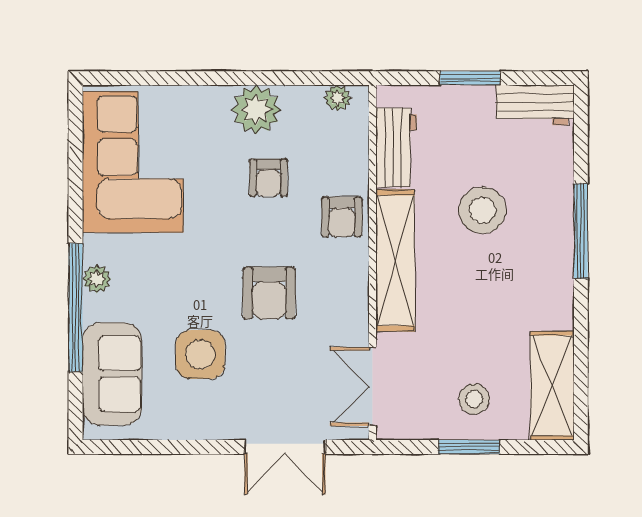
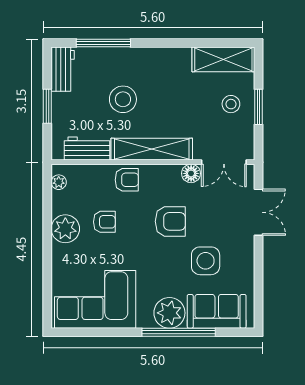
window: (581, 231) -> (103, 43), moved
plant: (97, 279) -> (169, 313), width x1.88, depth x1.88
floor lamp: (353, 329) -> (191, 173), added

